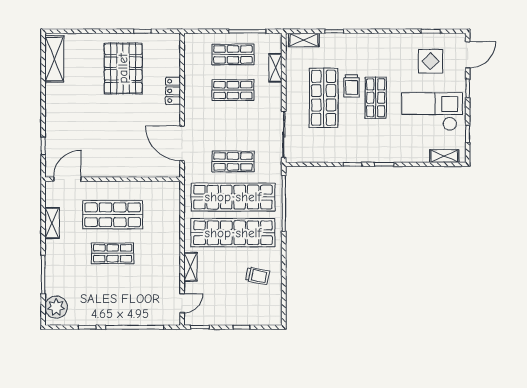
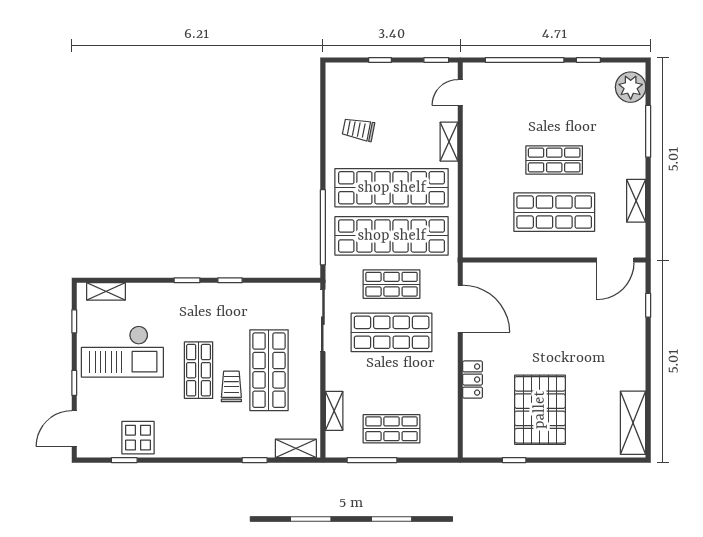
display table: (431, 61) -> (138, 438), moved
shop shelf: (233, 90) -> (392, 332), moved, width x1.43, depth x1.36

